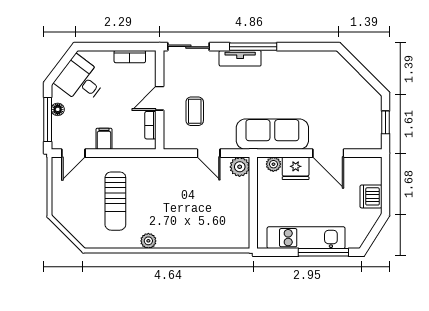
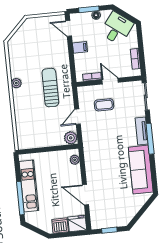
window: (48, 119) -> (89, 9), width x0.69
sofa: (272, 134) -> (141, 170), moved, turned 180
door: (328, 153) -> (85, 195), hinge flipped
fridge: (296, 168) -> (77, 223), moved, turned 90
sun lounger: (115, 201) -> (50, 88), moved, turned 90

